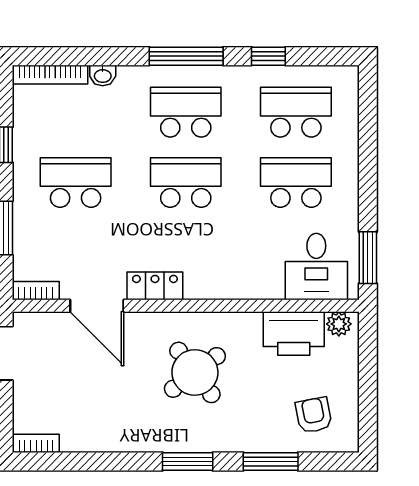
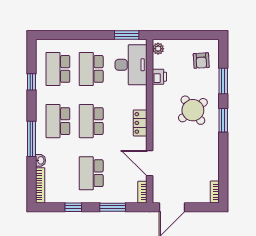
window: (186, 56) -> (31, 139), moved
desk: (316, 267) -> (131, 65), width x1.37
locker: (155, 286) -> (140, 123), moved
door: (97, 306) -> (150, 163), swing flipped
printer: (294, 334) -> (159, 77), width x0.53, depth x0.68
round table: (195, 372) -> (193, 110), moved
armchair: (314, 415) -> (201, 61), turned -82

